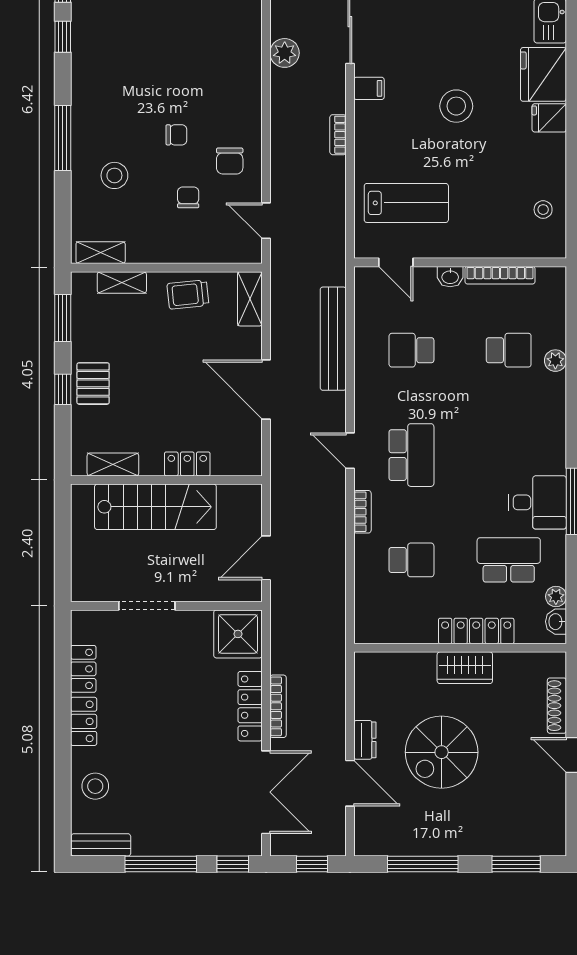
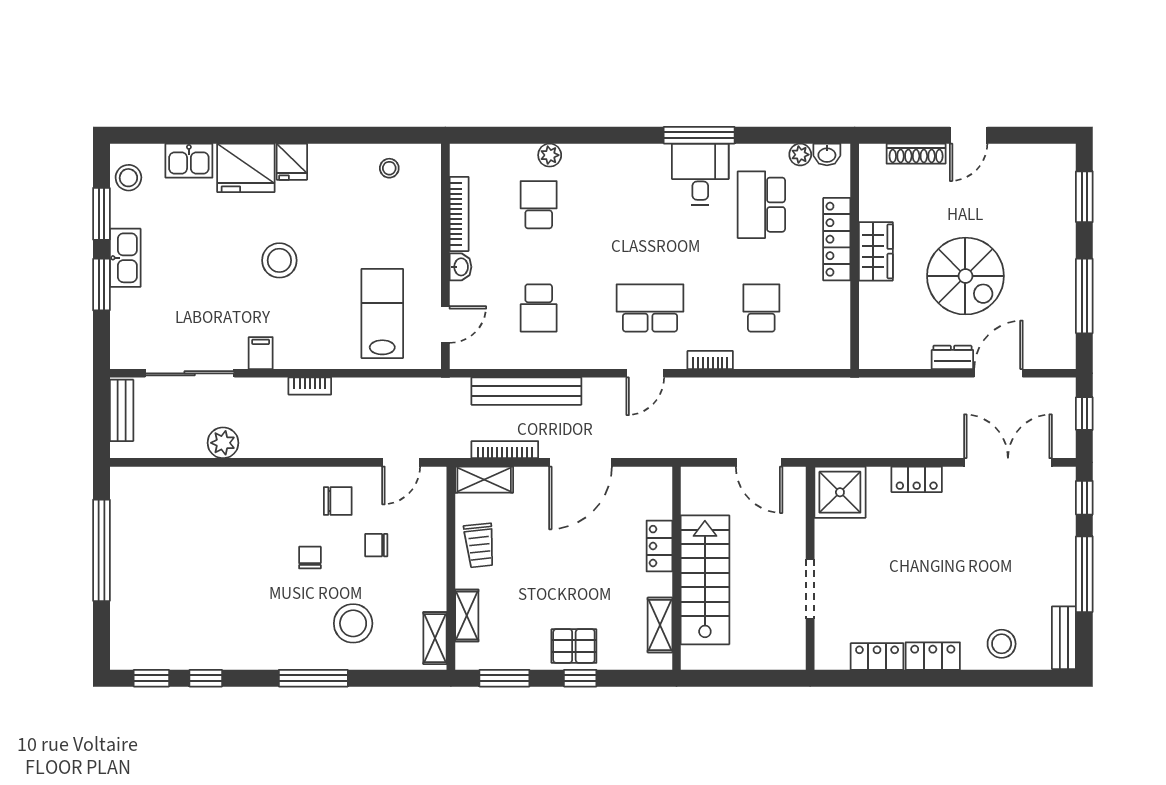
stool: (114, 175) -> (353, 623), width x1.38, depth x1.38
locker: (250, 706) -> (917, 479), width x0.66
bookcase: (278, 706) -> (505, 450), moved

